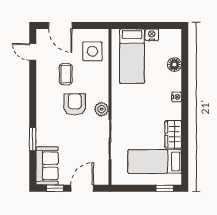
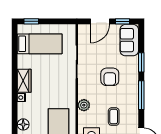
window: (33, 100) -> (141, 95), added
armchair: (75, 104) -> (110, 77), moved
plant: (102, 109) -> (84, 105), moved
wardrobe: (173, 134) -> (24, 81), moved

